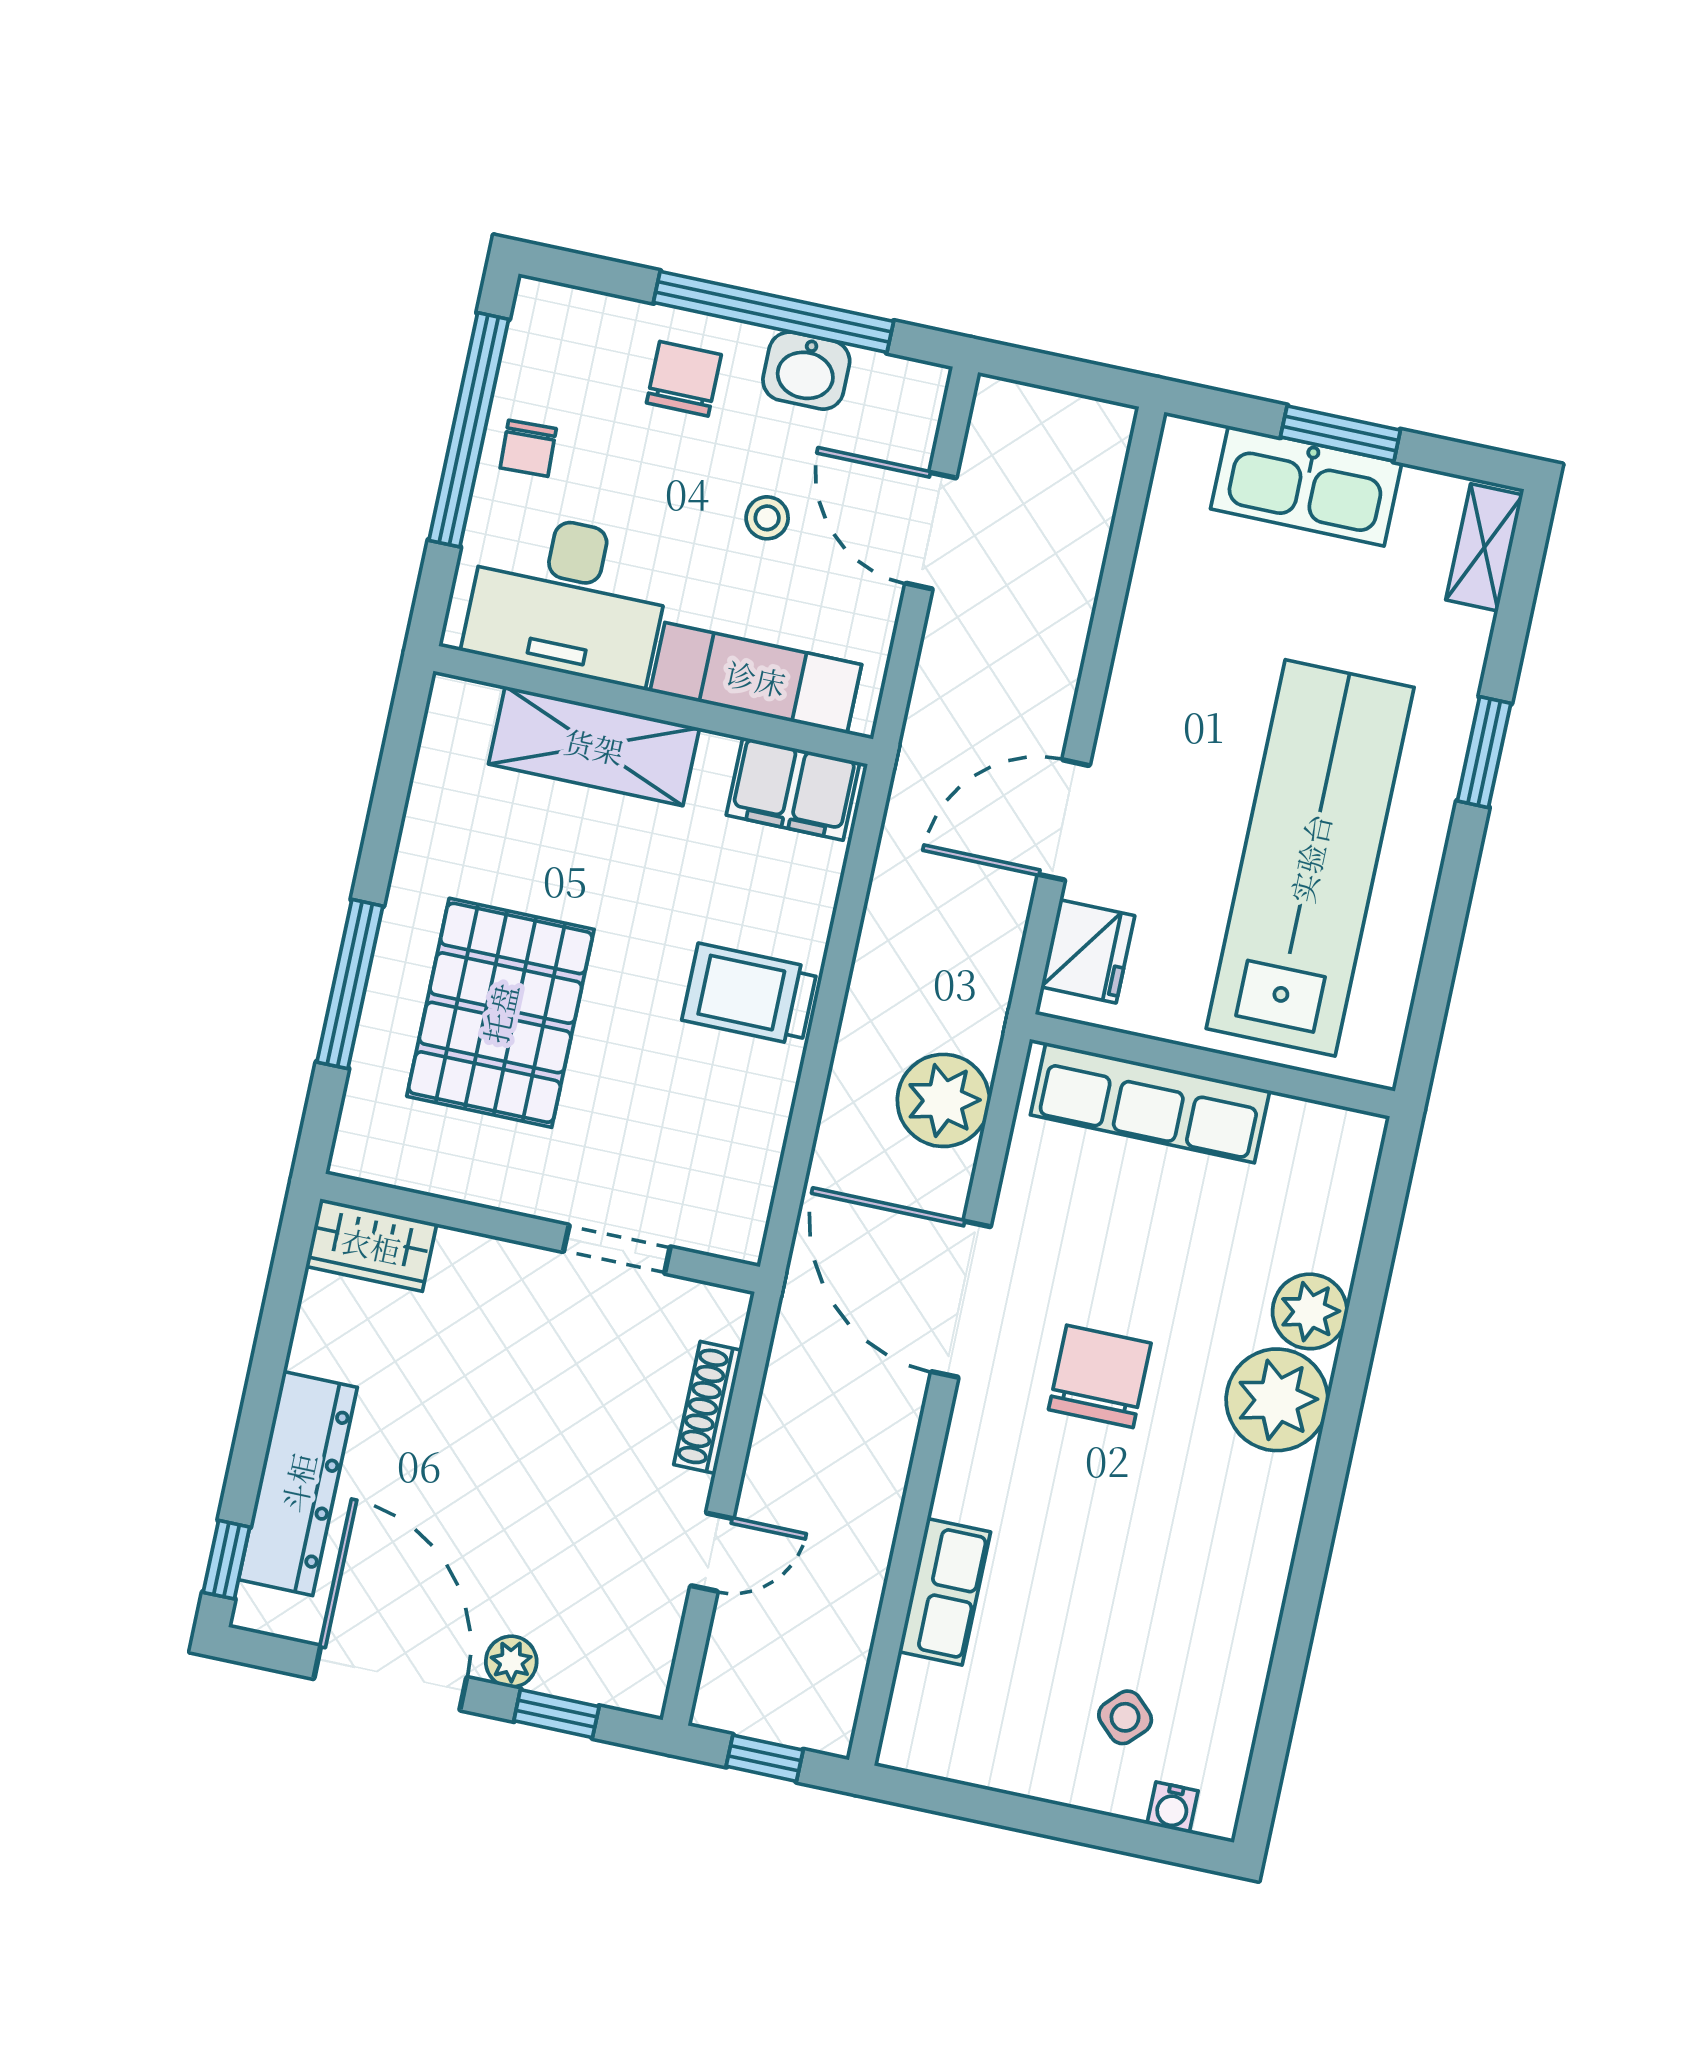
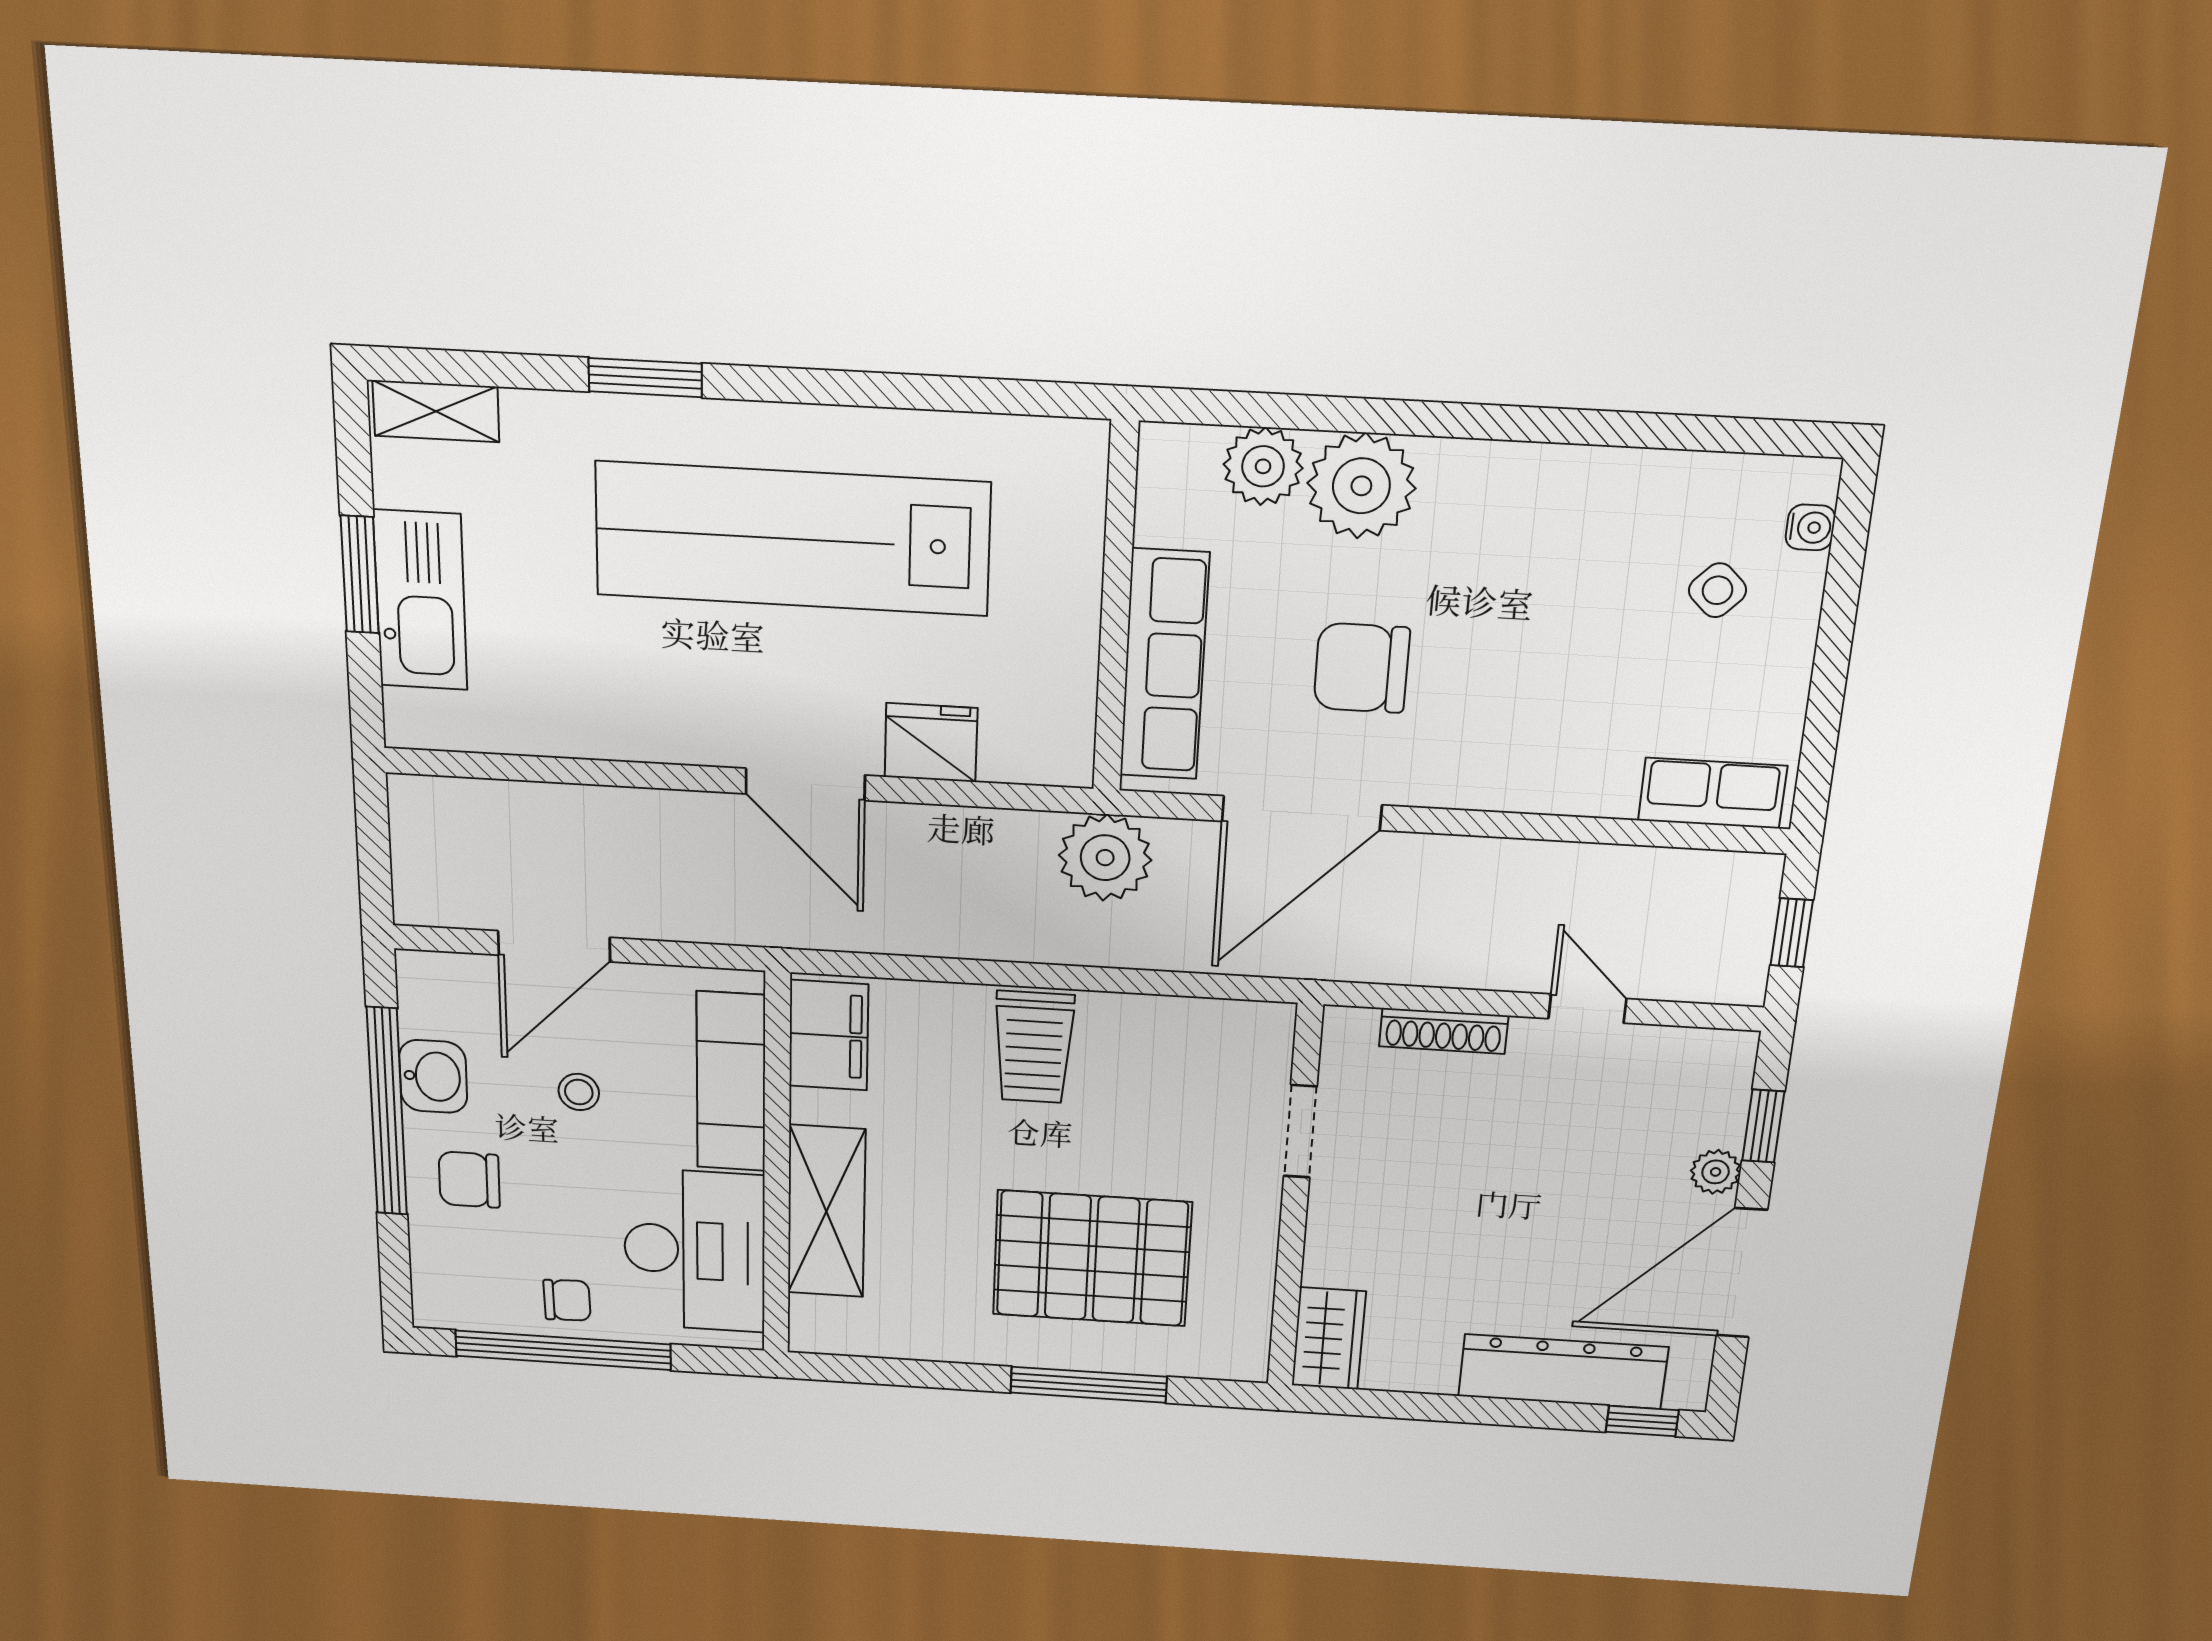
wall: (1212, 1065) -> (1116, 609), moved
row of seats: (1150, 1103) -> (1164, 665), moved
row of seats: (945, 1592) -> (1713, 793), moved

